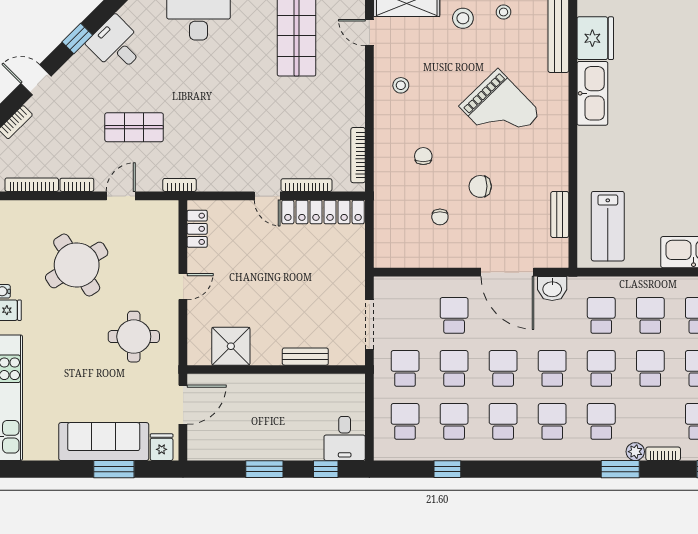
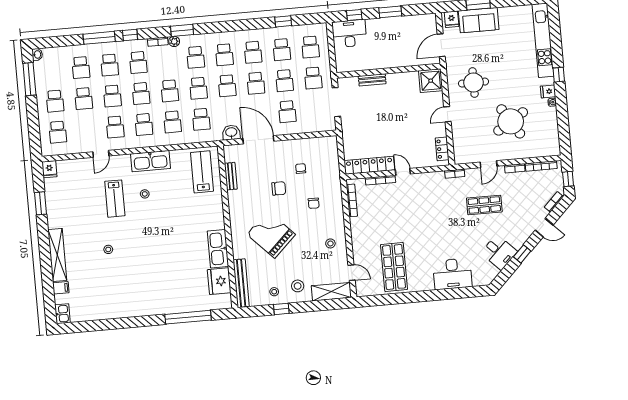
shower: (231, 346) -> (431, 81), moved
desk: (345, 438) -> (349, 34), width x1.37
sofa: (104, 442) -> (479, 20), width x0.73

